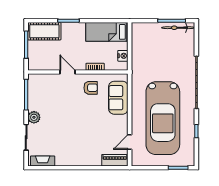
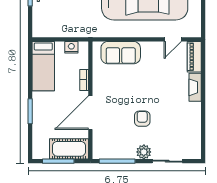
cot: (44, 31) -> (69, 149), moved, turned 90
door: (67, 72) -> (90, 113), width x1.88
armchair: (91, 88) -> (142, 119), moved
door: (130, 142) -> (173, 39), hinge flipped
fireplace: (43, 161) -> (195, 87), moved

